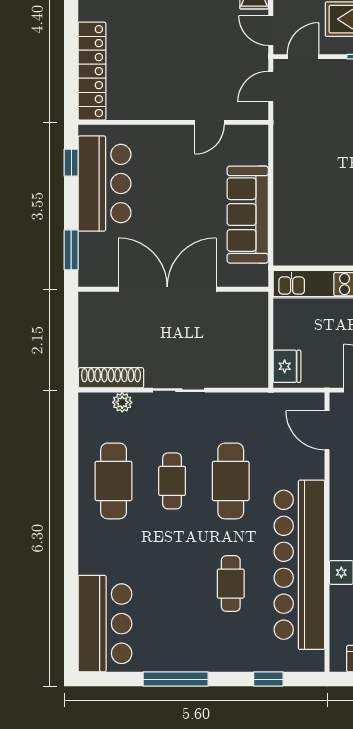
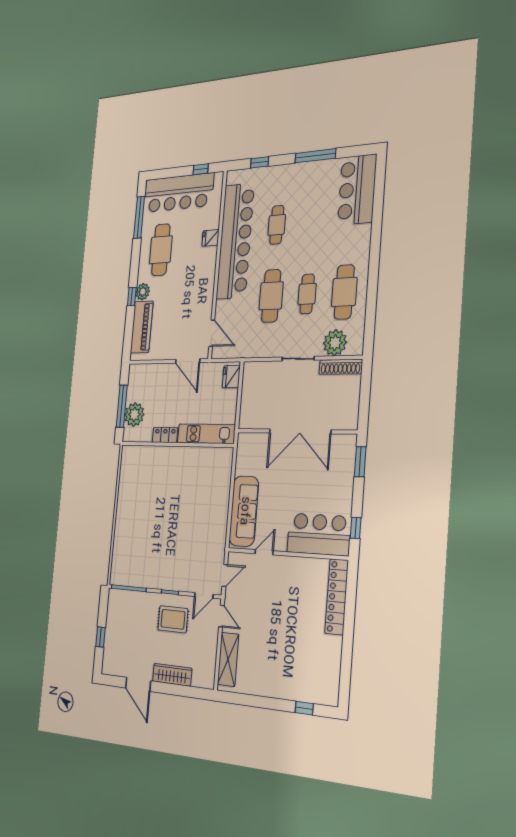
bar counter: (105, 184) -> (319, 534), moved, turned 90
sofa: (248, 215) -> (244, 511), moved
plant: (122, 402) -> (335, 343), width x1.87, depth x1.87

